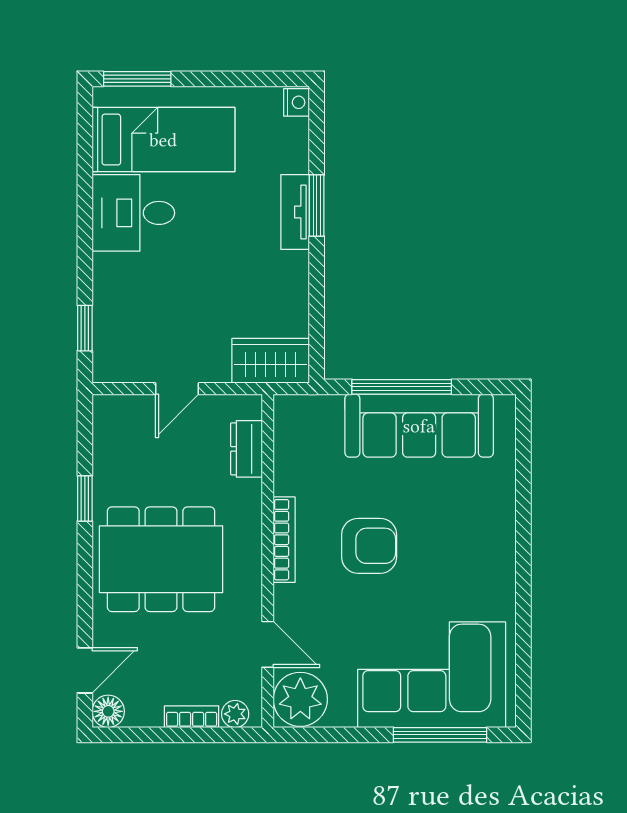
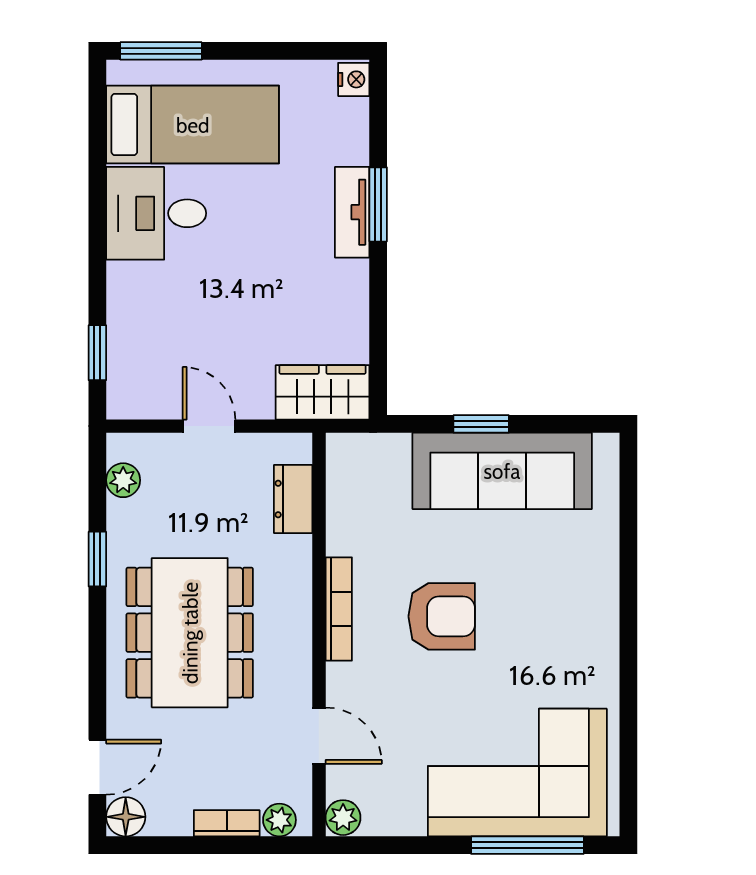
window: (402, 387) -> (481, 424), width x0.46
door: (177, 389) -> (209, 426), swing flipped
plant: (106, 433) -> (123, 480), added
dining table: (161, 559) -> (190, 633), turned 90
plant: (300, 699) -> (343, 818), width x0.53, depth x0.53

